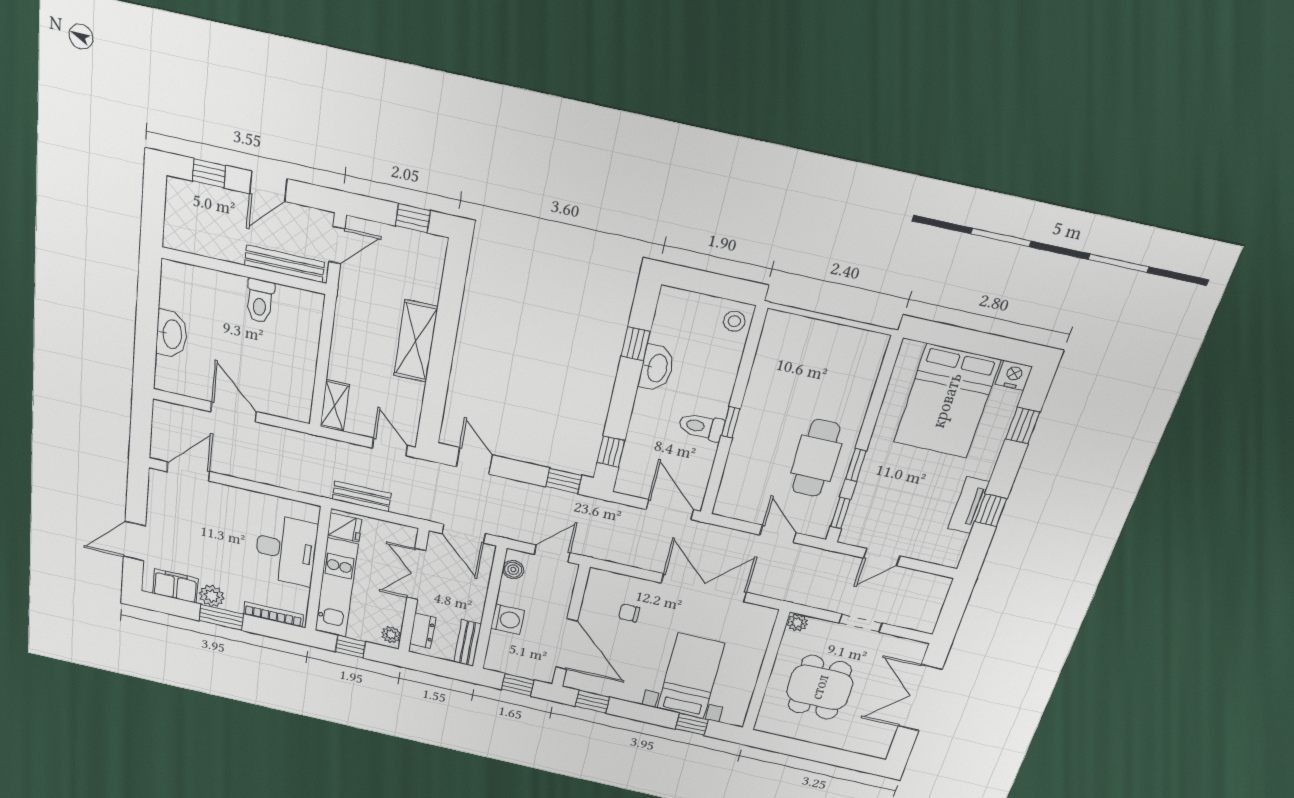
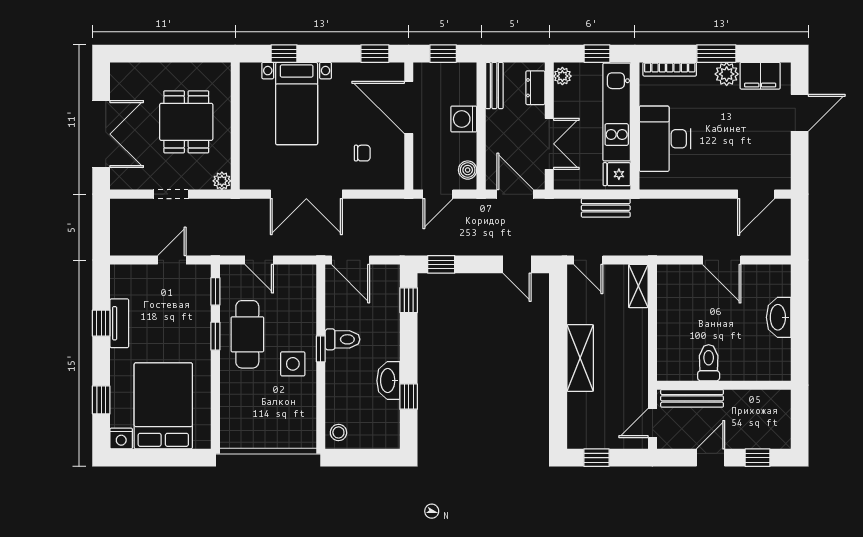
side table: (770, 413) -> (293, 364), added

